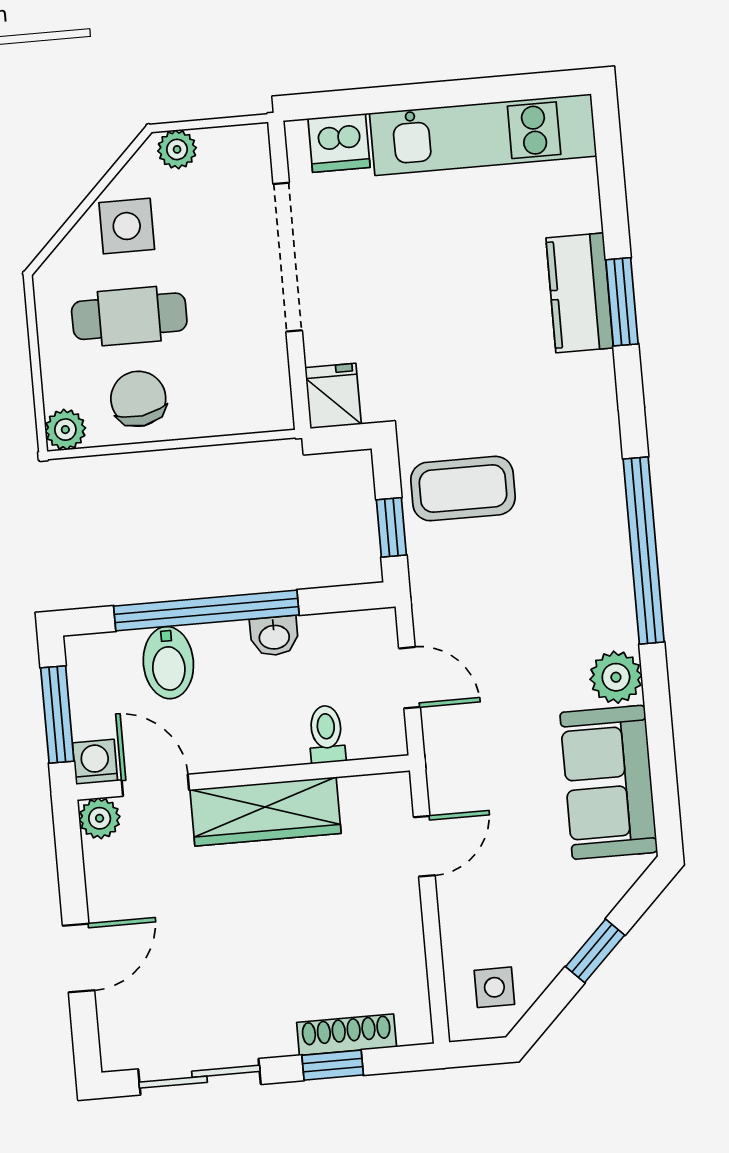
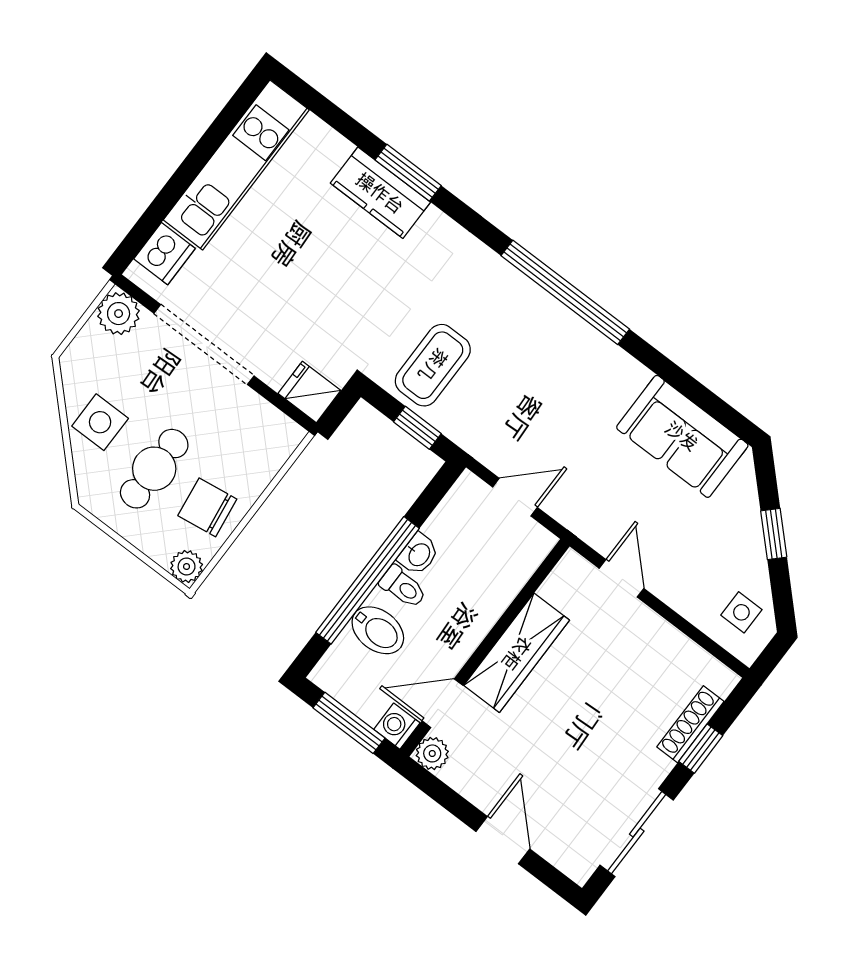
plant: (177, 149) -> (119, 314), moved, width x1.38, depth x1.38
plant: (616, 677) -> (625, 376), removed
toilet: (326, 734) -> (403, 587), moved, turned 180

